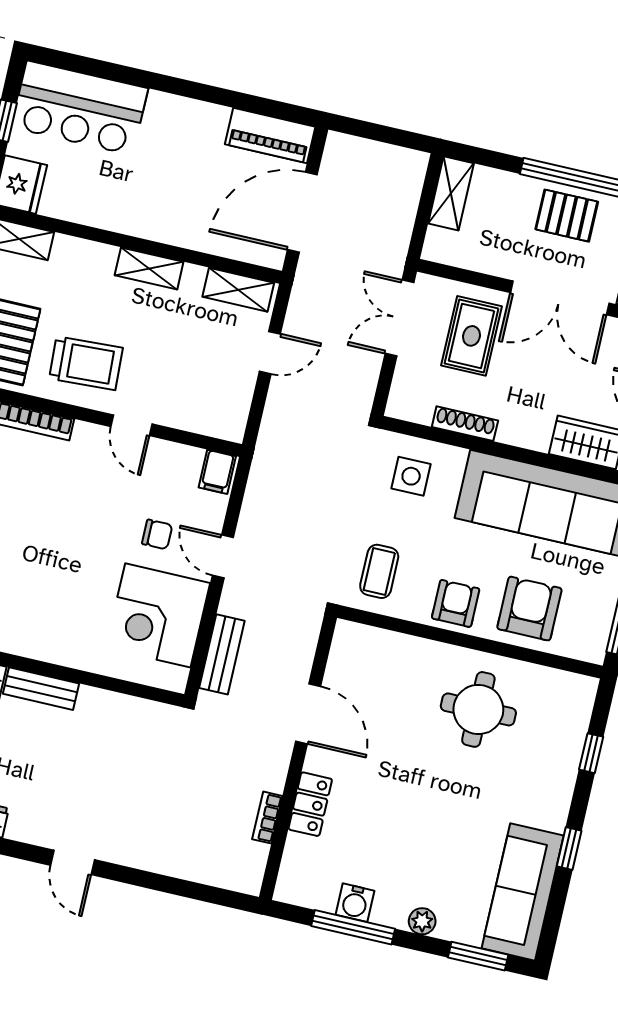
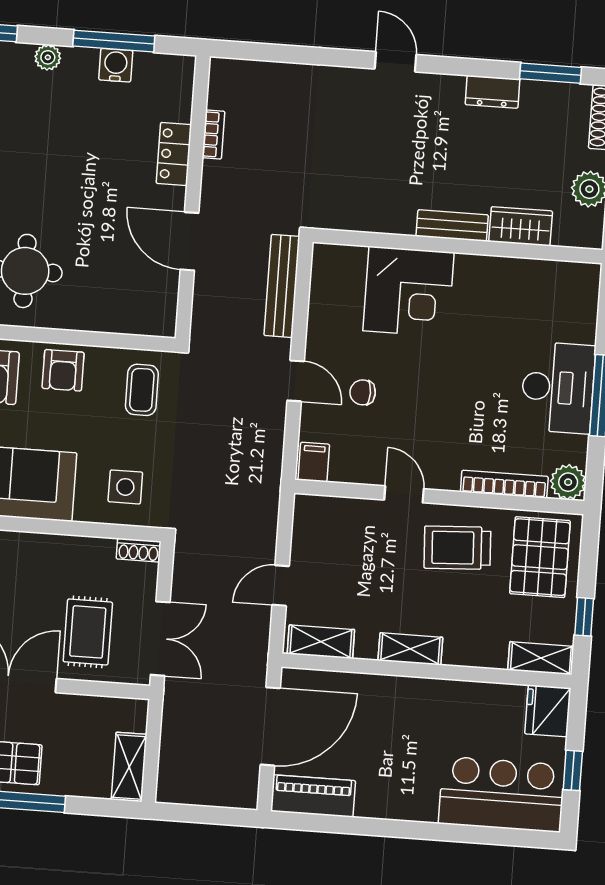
shoe rack: (465, 424) -> (139, 550), moved, width x0.70
corner desk: (158, 615) -> (409, 292), moved, turned 90
bench: (222, 654) -> (282, 286), width x1.36

